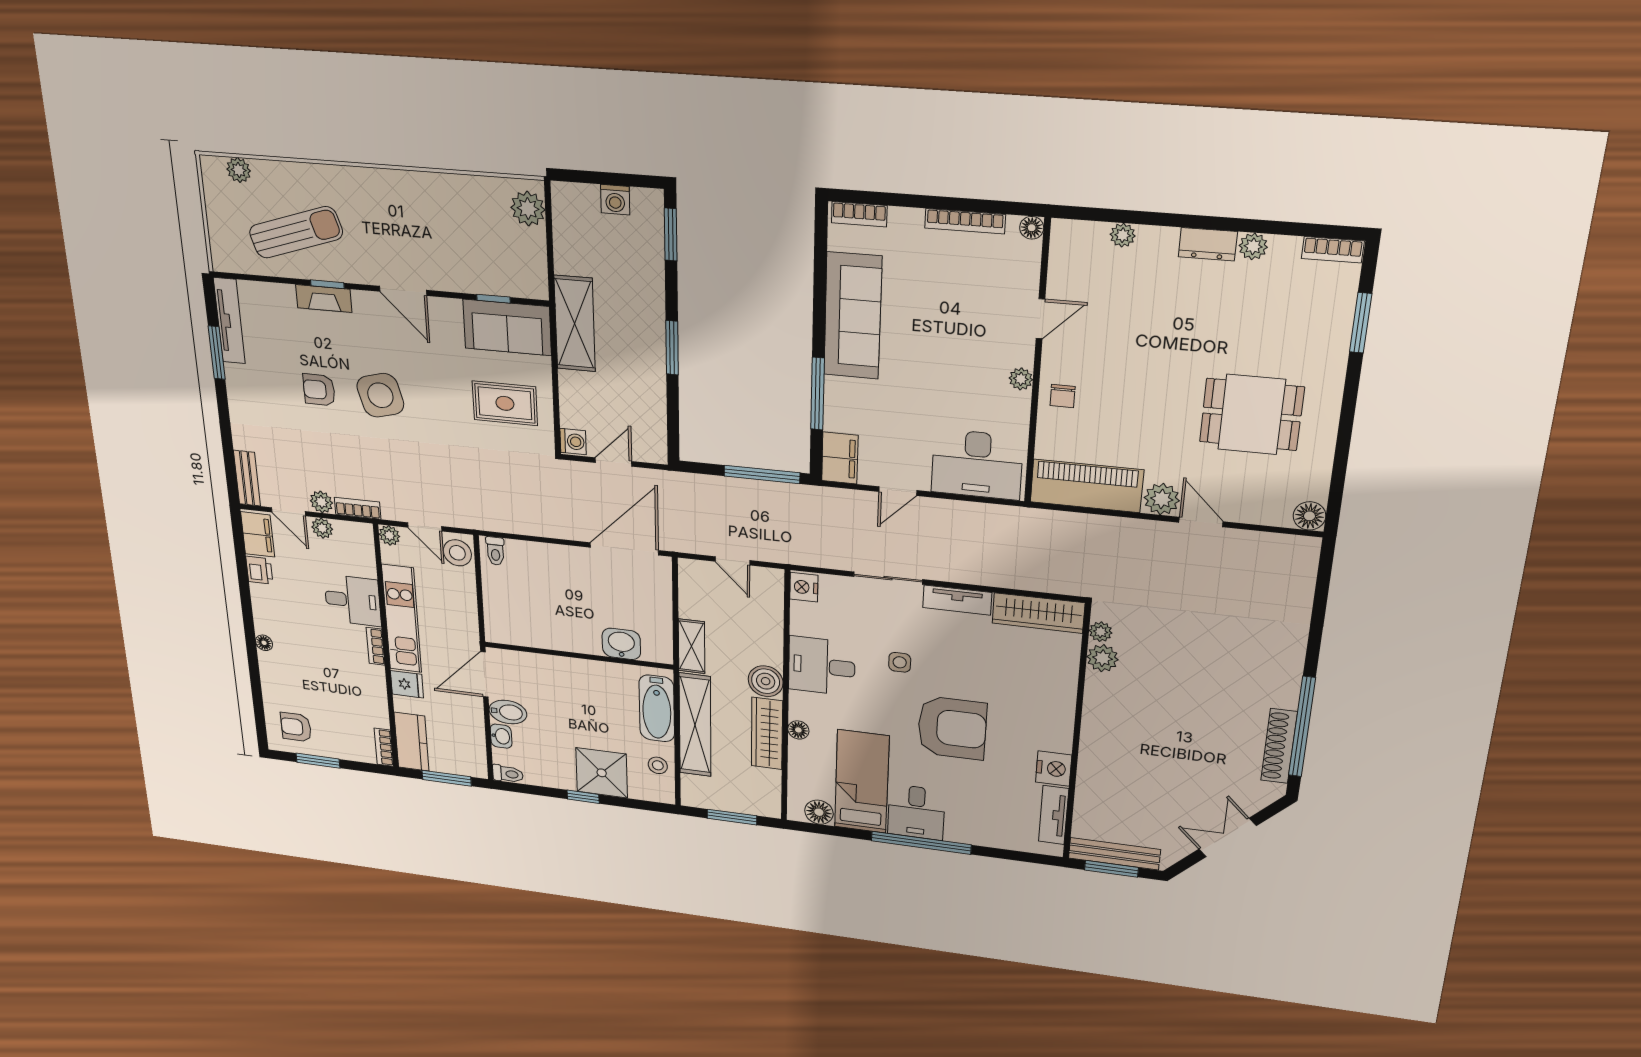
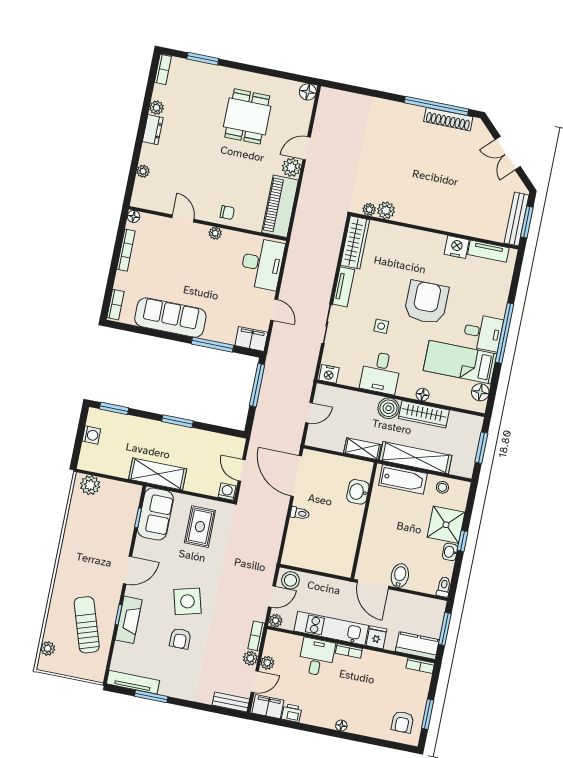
fireplace: (324, 298) -> (129, 620), width x1.37, depth x1.32
toilet: (495, 551) -> (300, 513), moved
washbasin: (501, 736) -> (450, 552), moved, turned -90

